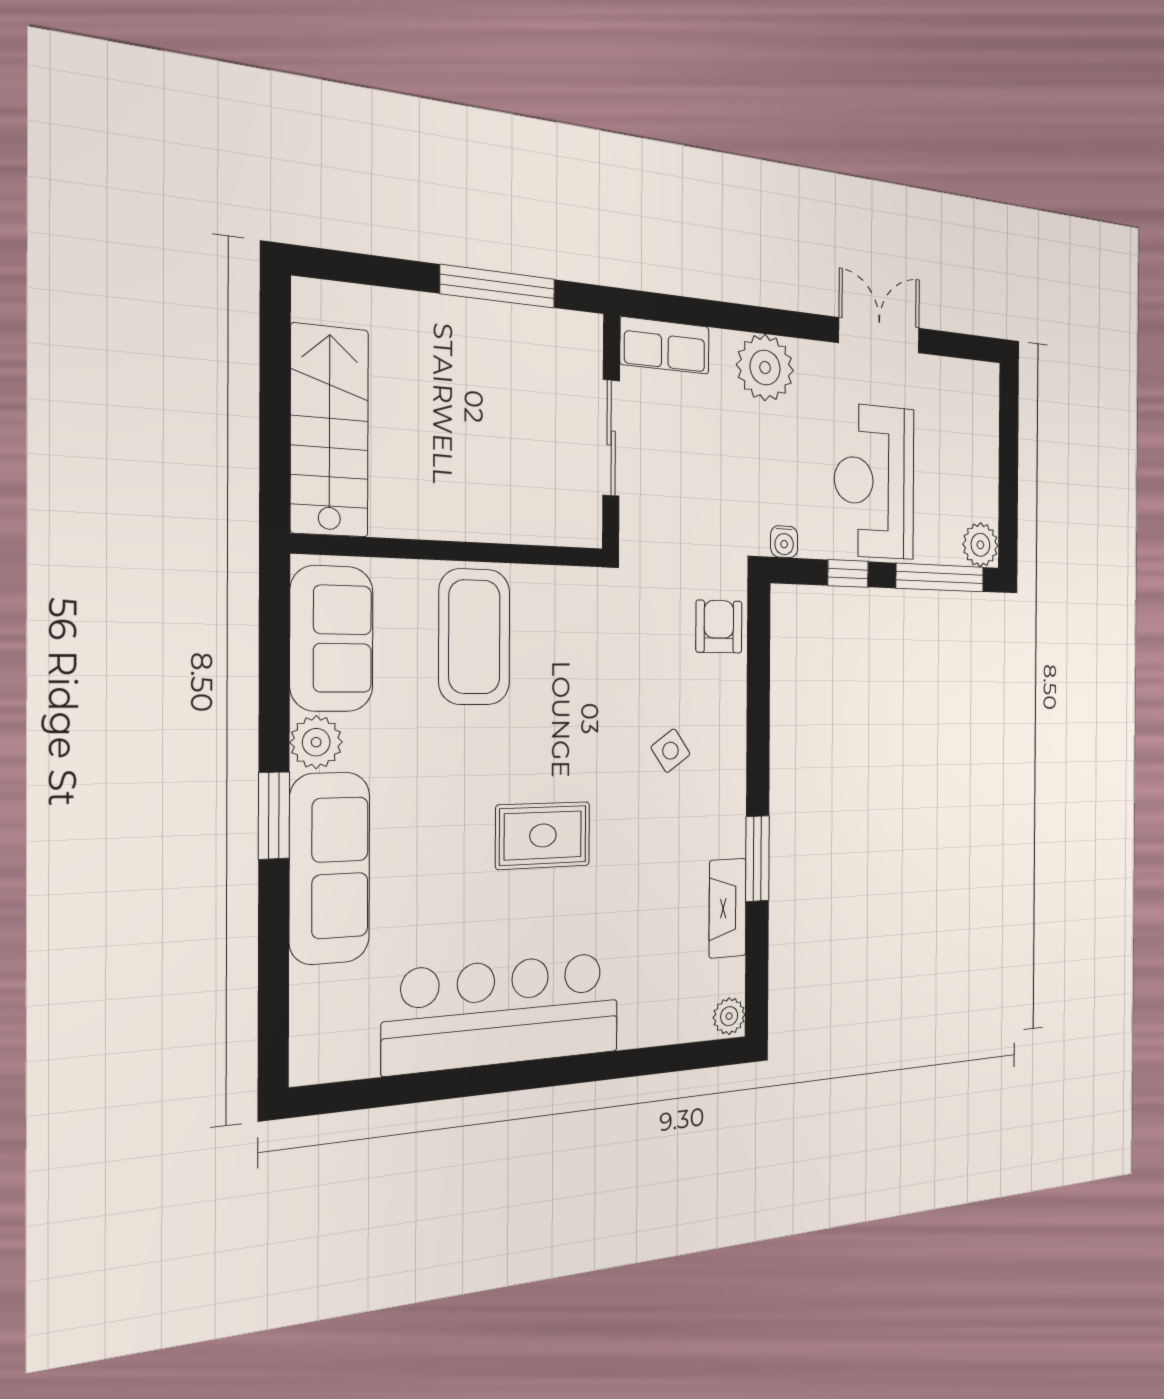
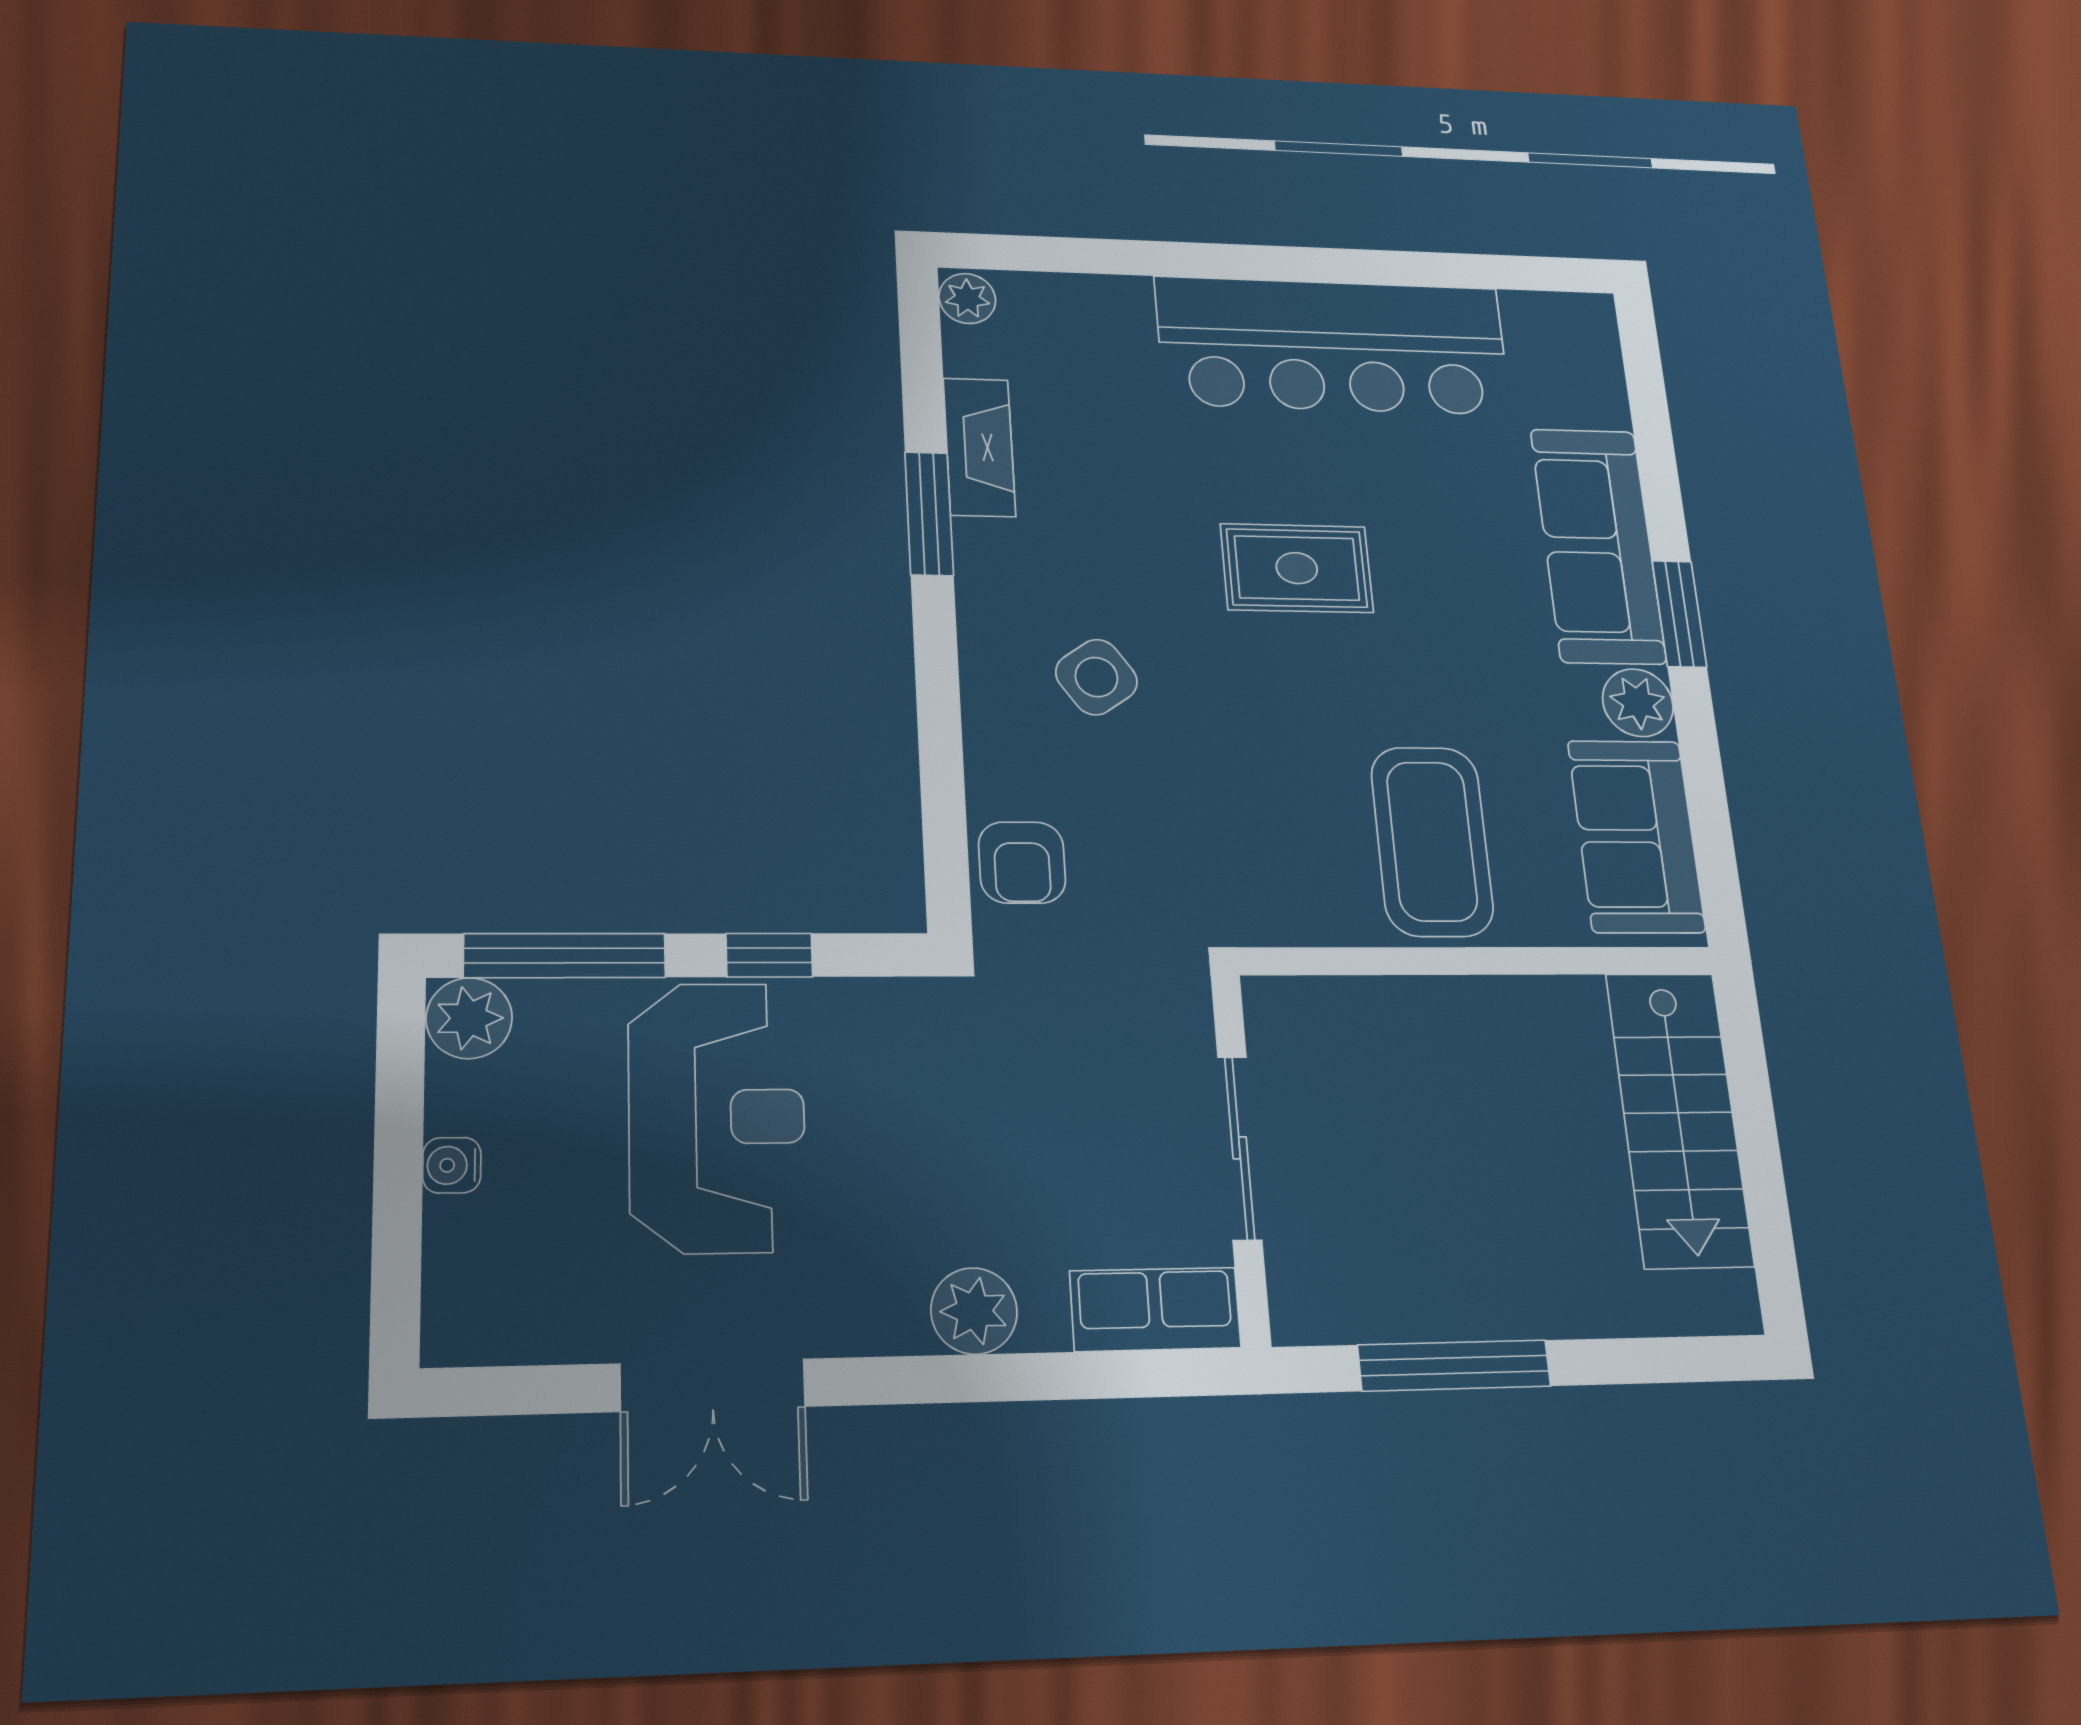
plant: (765, 368) -> (974, 1311), width x0.73, depth x0.73
water cooler: (784, 542) -> (452, 1165), moved, turned -90
side table: (670, 751) -> (1096, 677), width x1.37, depth x1.37

